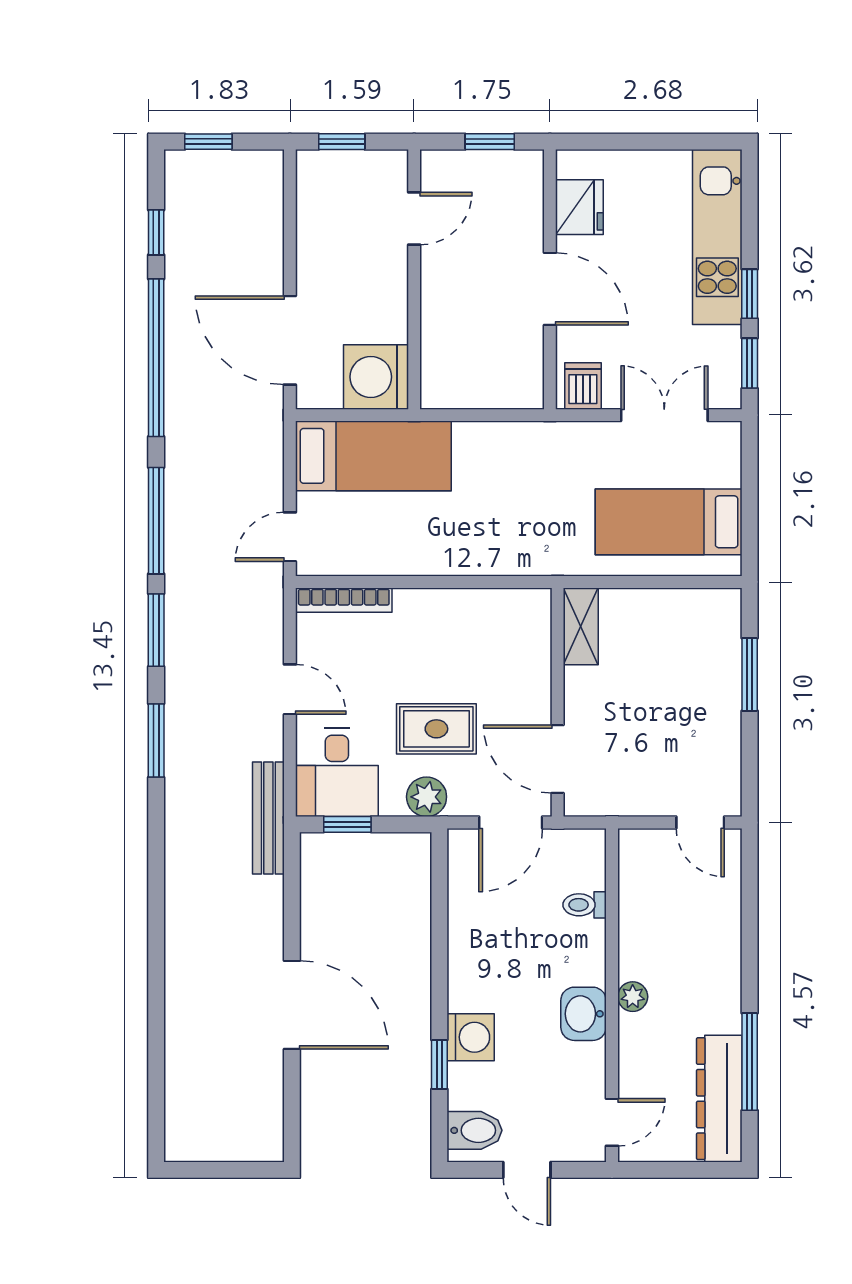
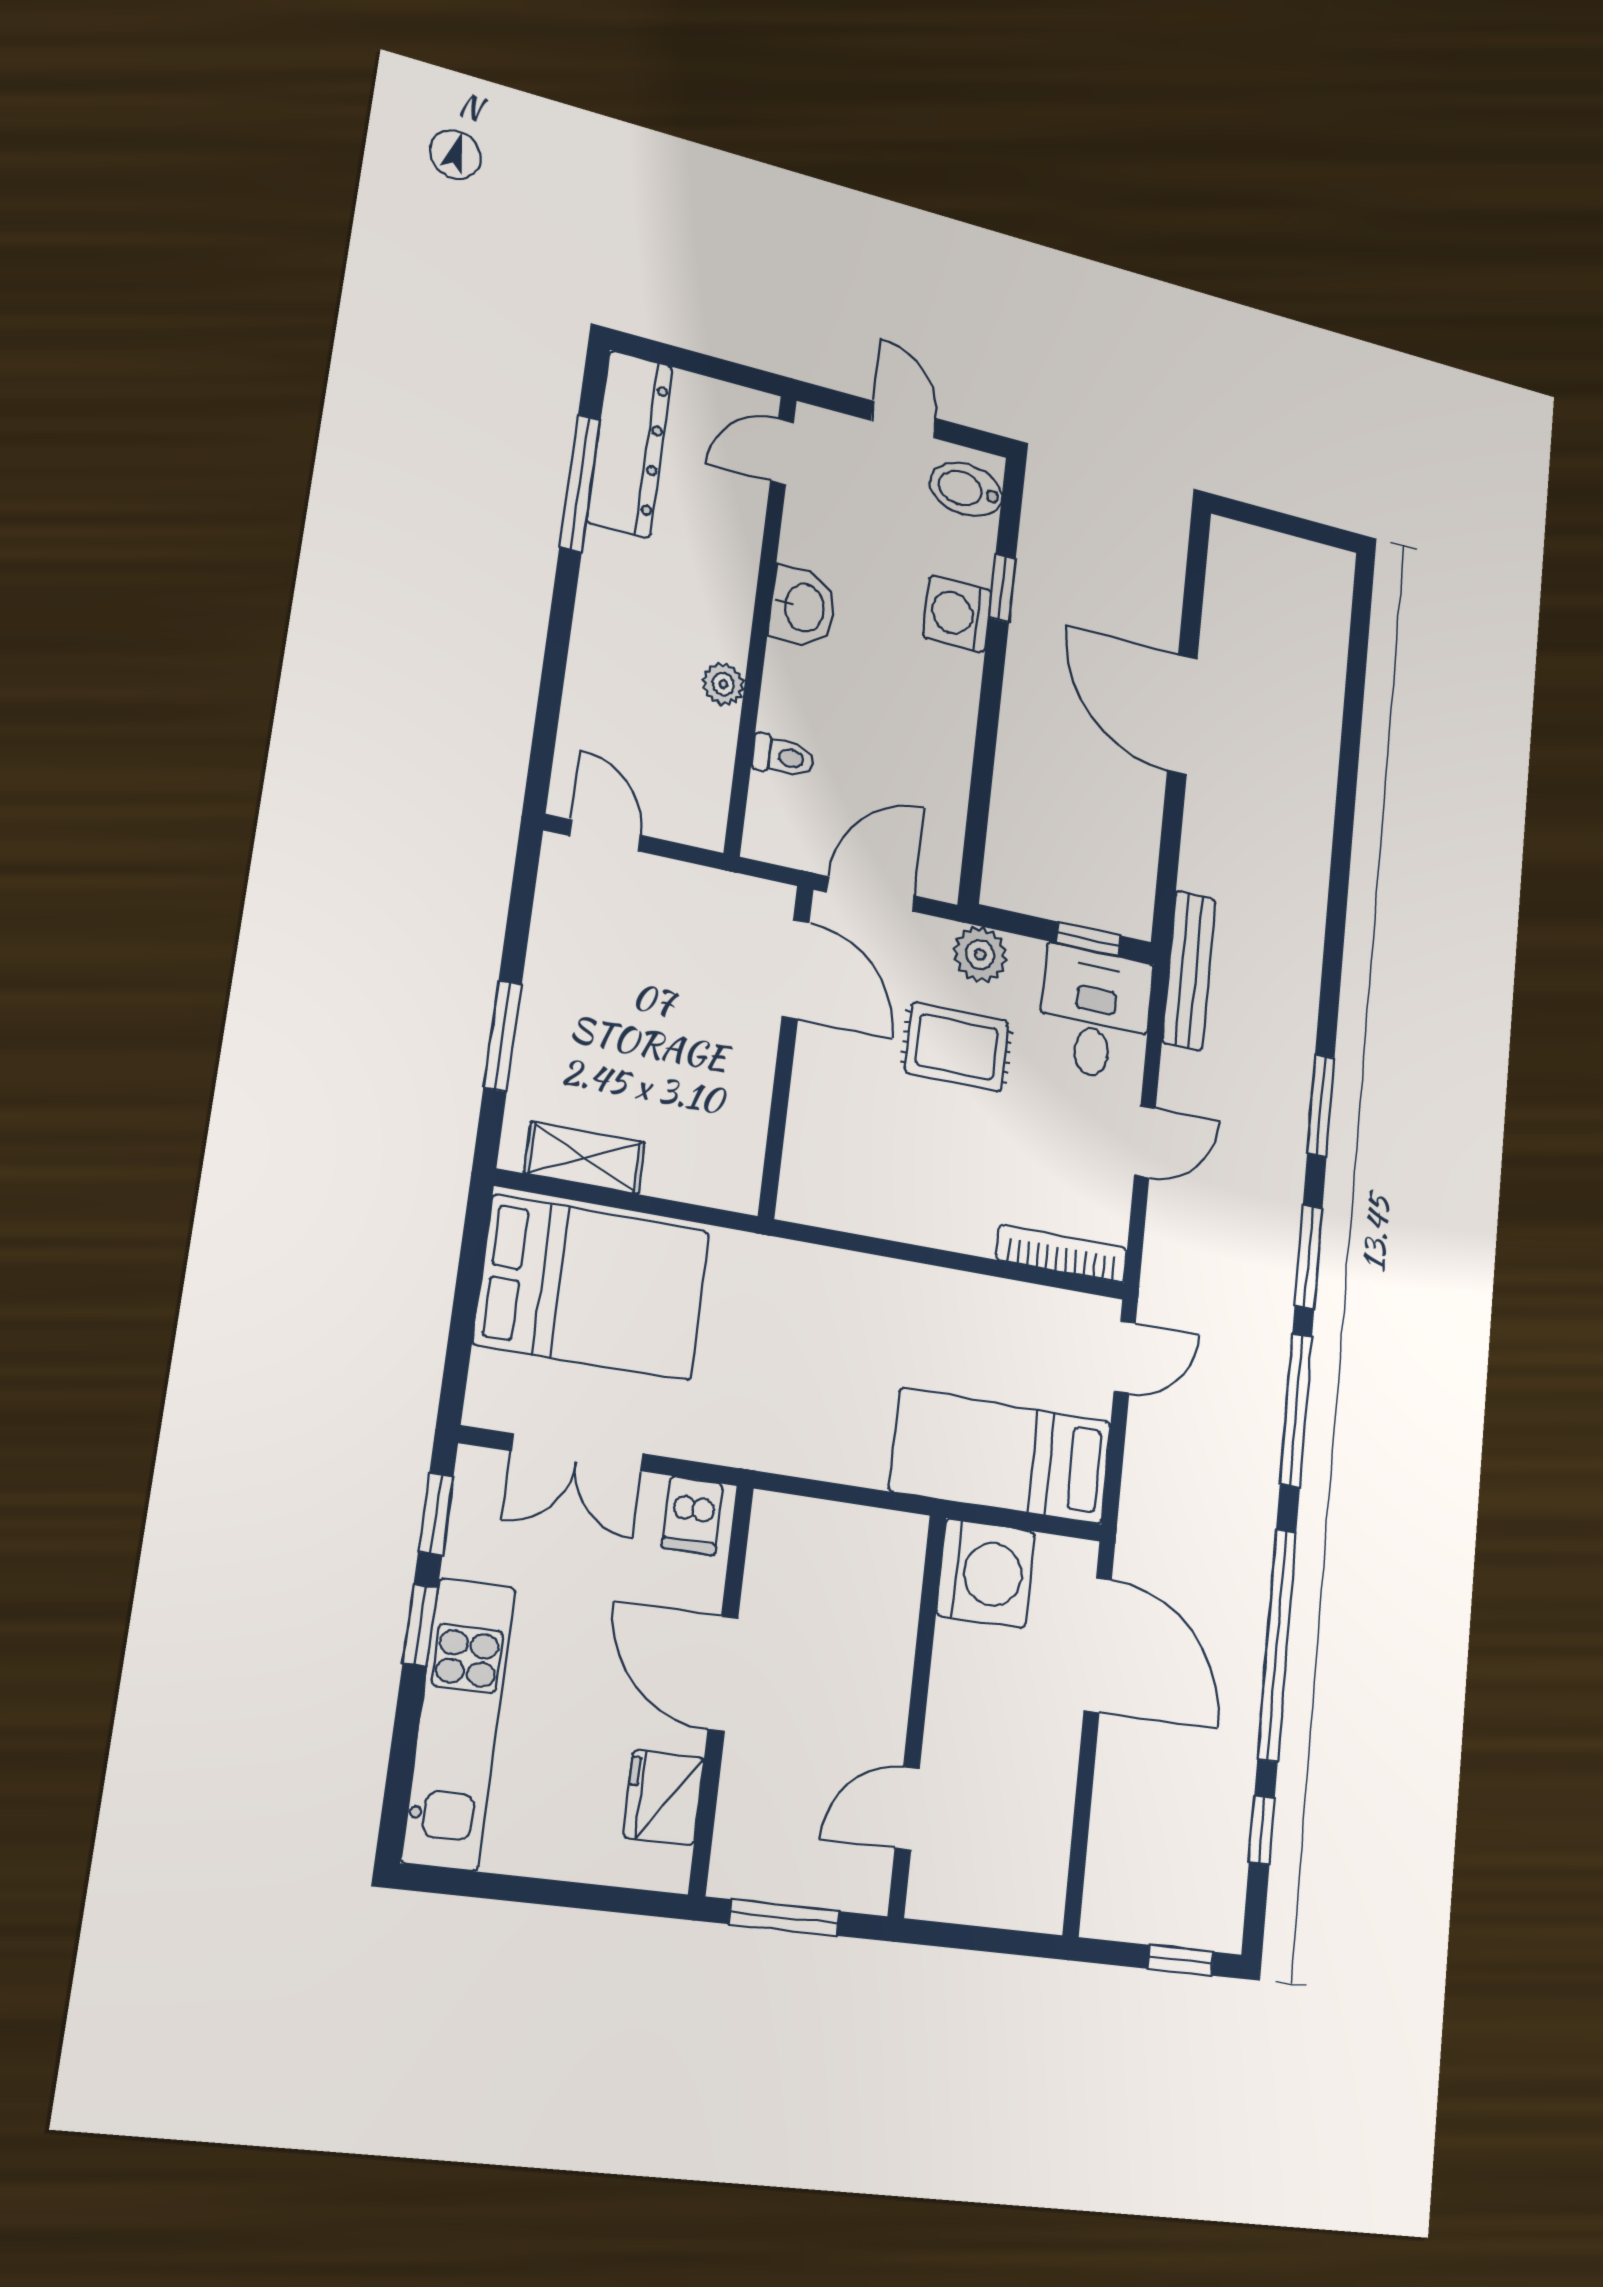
window: (342, 142) -> (997, 1940), removed
window: (490, 142) -> (784, 1918), width x1.50
bed: (669, 522) -> (592, 1288), width x1.50
shelving: (581, 626) -> (585, 1158), moved, turned 90
door: (290, 689) -> (1145, 1141), swing flipped
plant: (633, 997) -> (723, 684), moved

